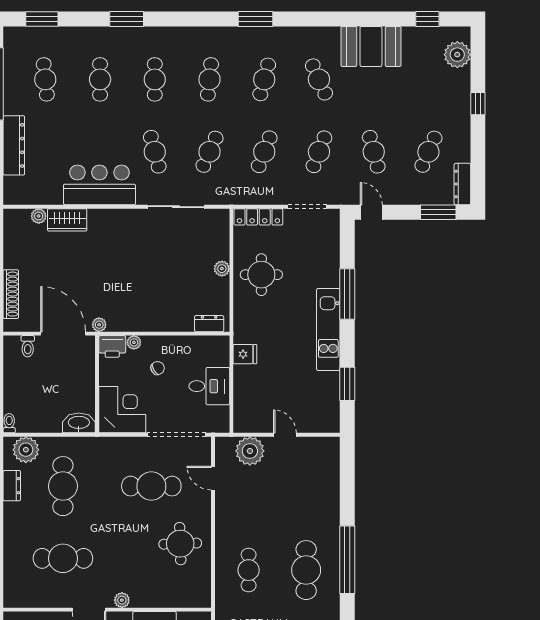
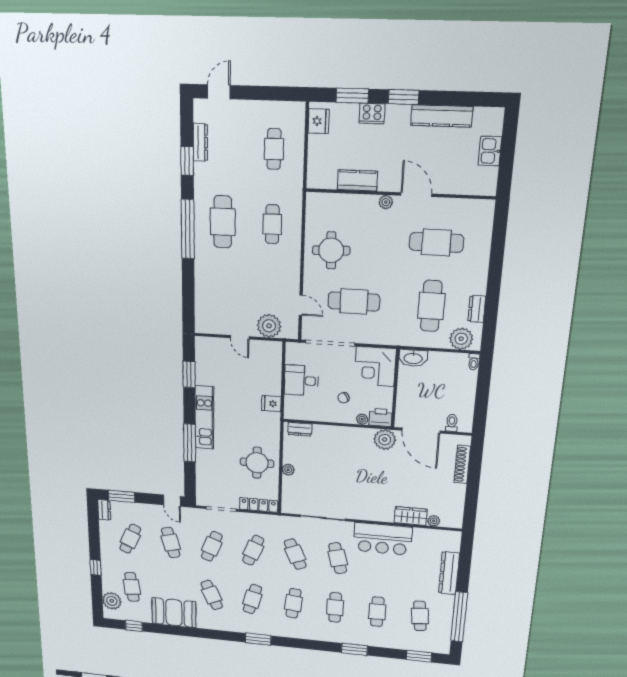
cafe table: (428, 79) -> (132, 587), added
cafe table: (209, 152) -> (295, 554), turned -48
dresser: (462, 184) -> (104, 510), width x0.70
plant: (99, 325) -> (385, 440), width x1.88, depth x1.88

